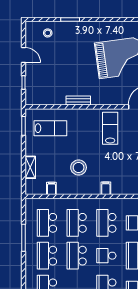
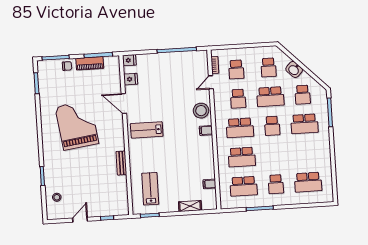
stool: (79, 167) -> (201, 111), moved
school desk: (47, 256) -> (276, 184), width x0.54
school desk: (77, 256) -> (274, 155), removed

